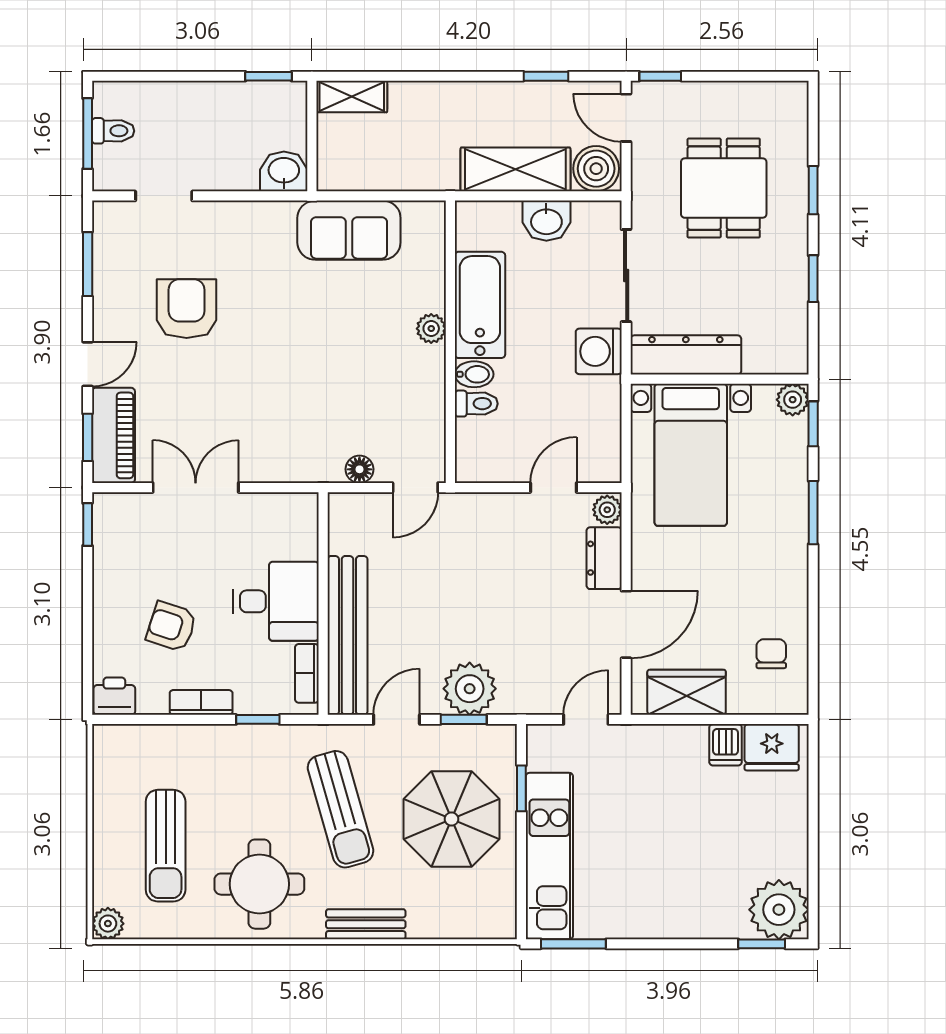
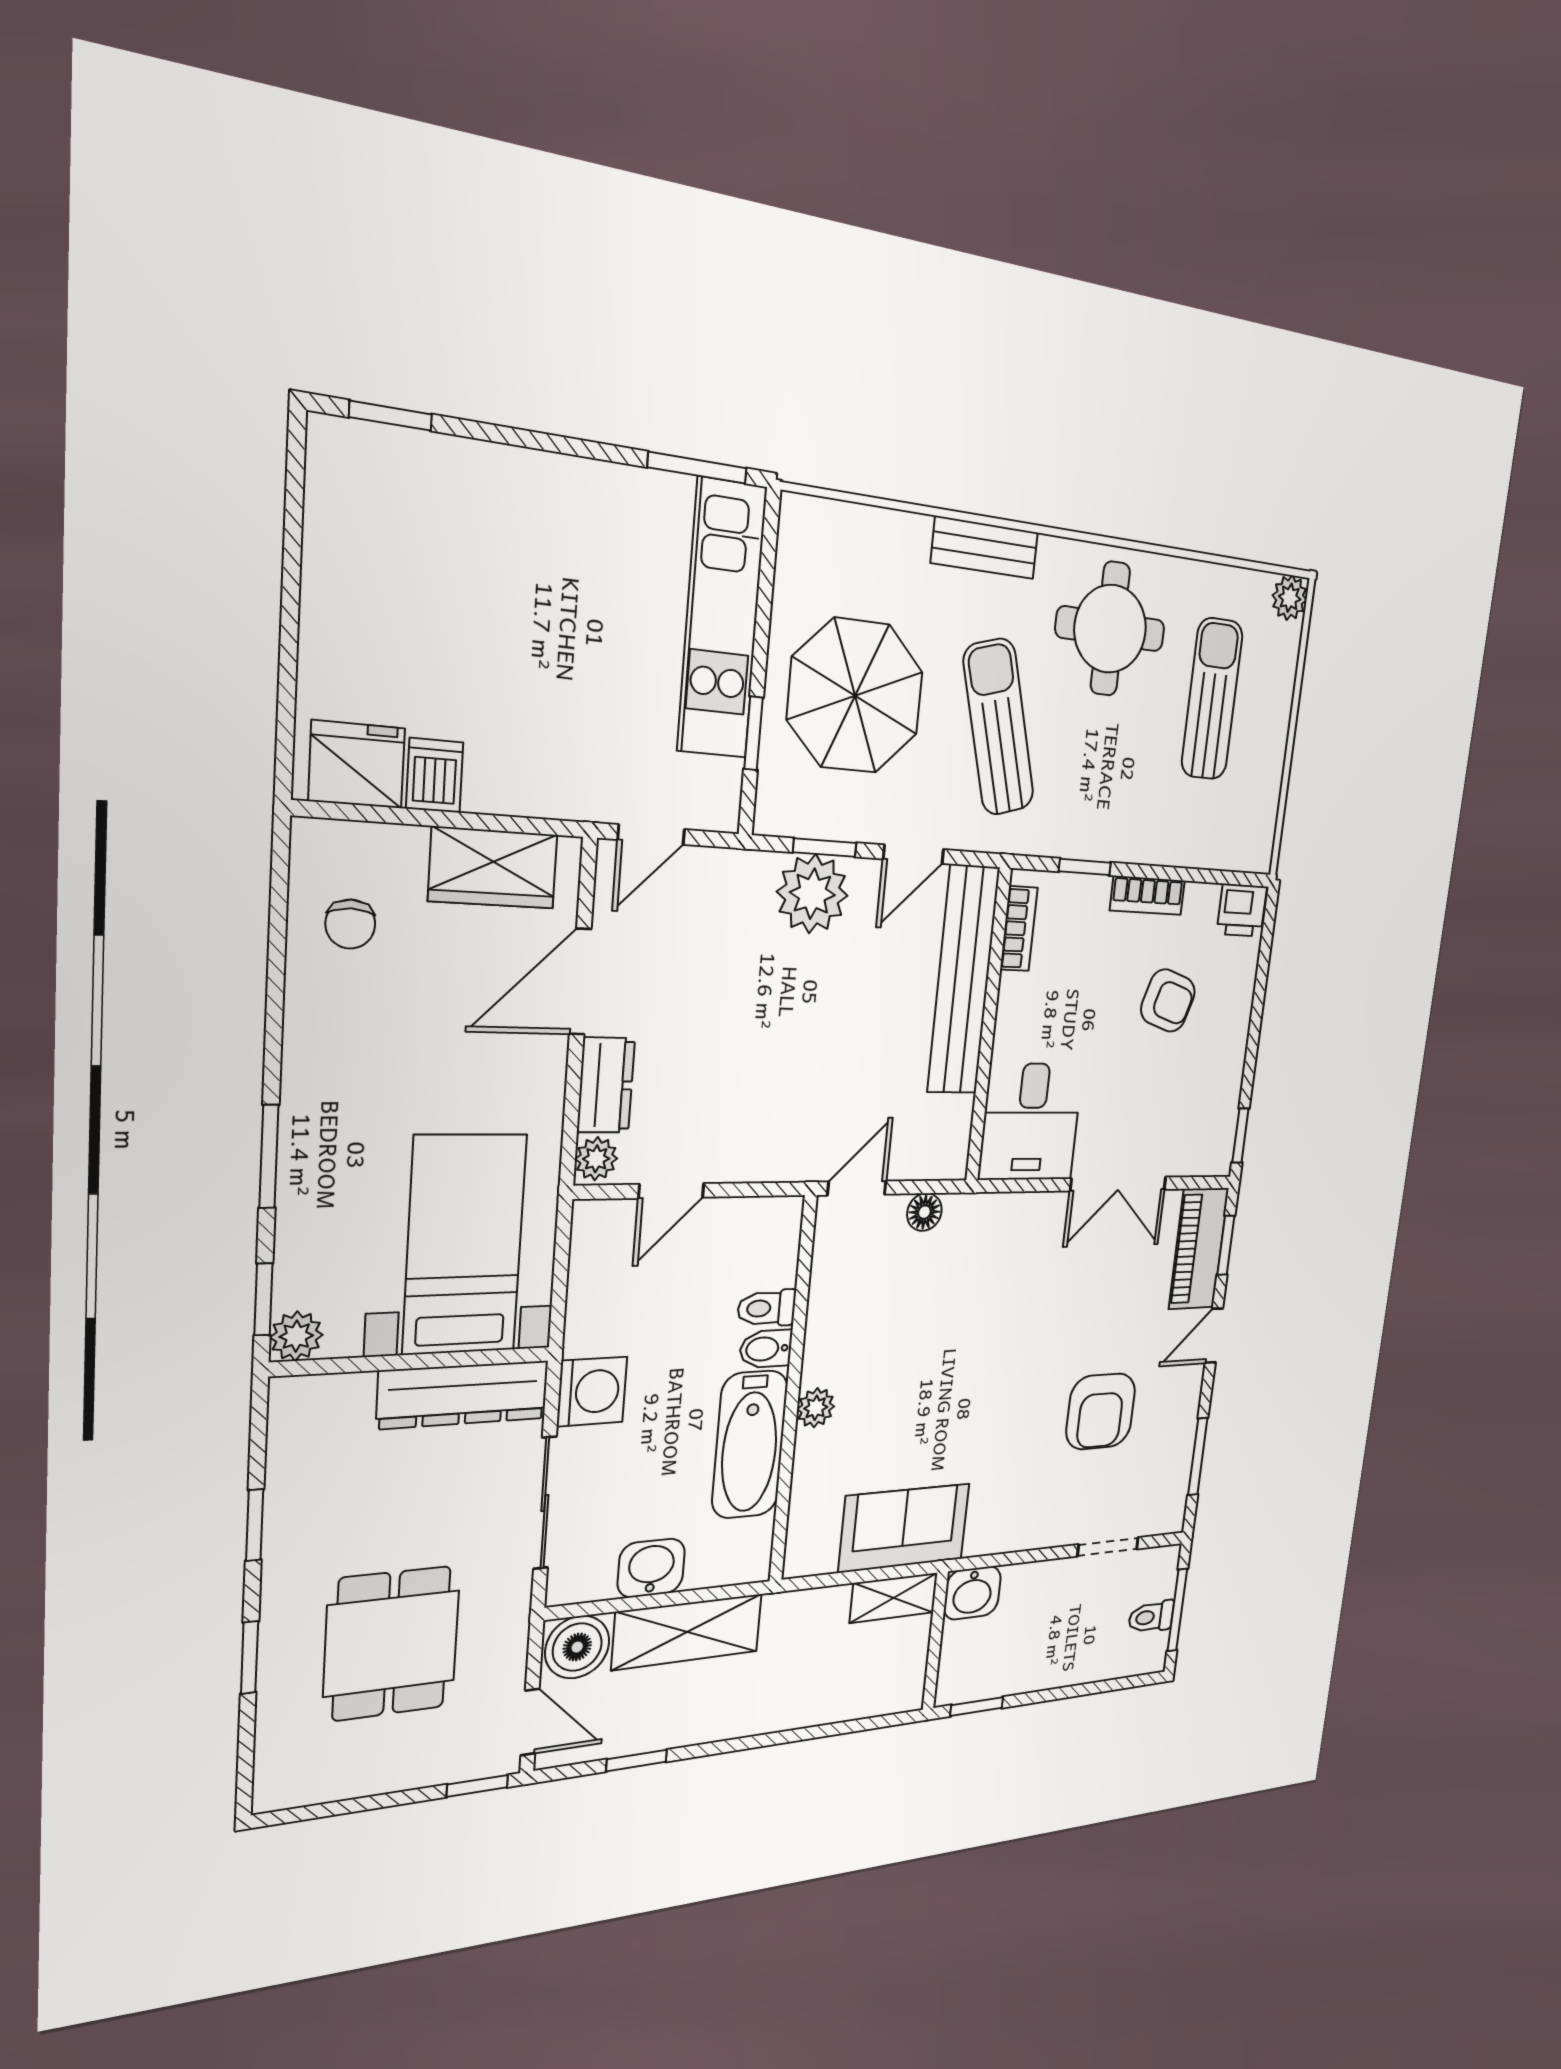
shelving: (352, 97) -> (894, 1598), moved
desk: (276, 601) -> (1031, 1122), moved, turned -90
plant: (779, 910) -> (357, 474), removed

